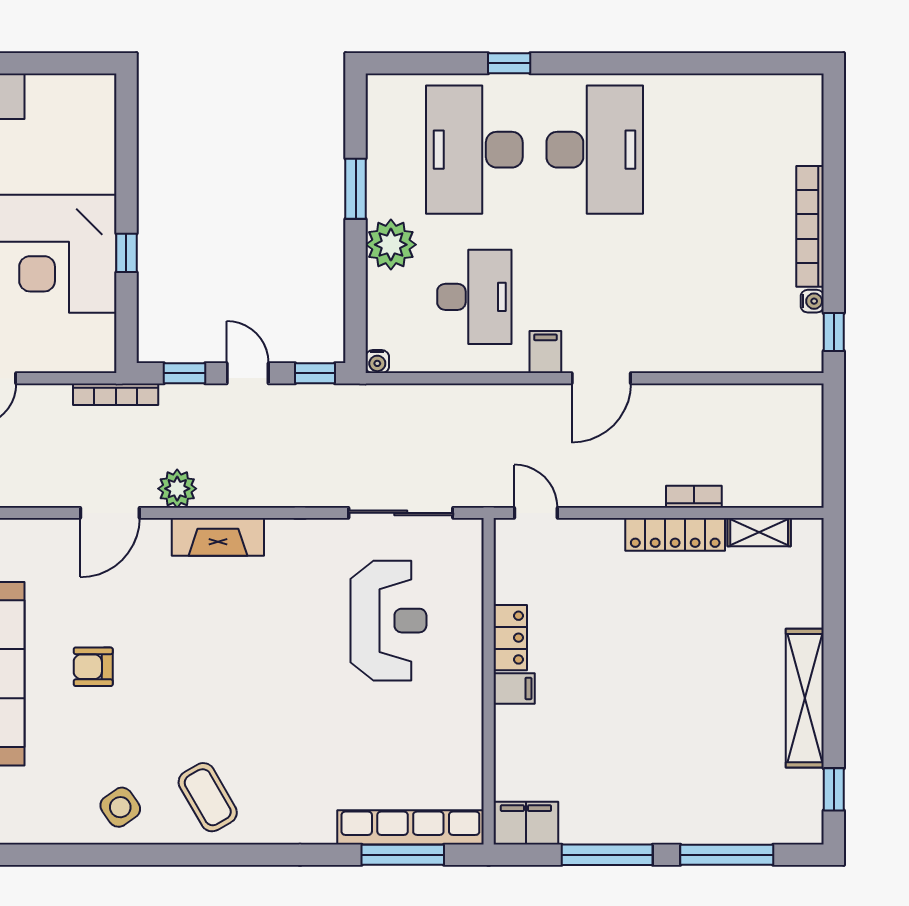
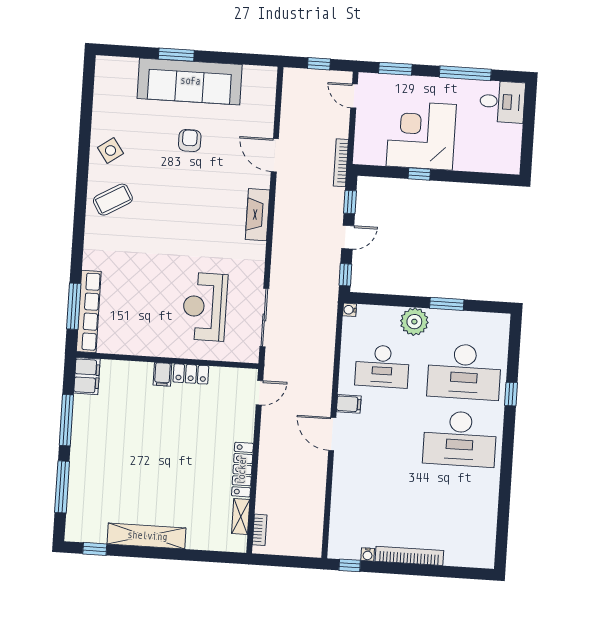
desk: (474, 150) -> (464, 372), turned 180
plant: (177, 489) -> (286, 194), removed
bookcase: (694, 497) -> (260, 530), moved
reception desk: (388, 621) -> (205, 307), turned 90

